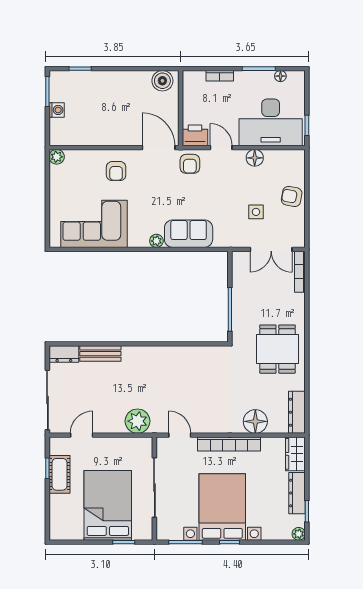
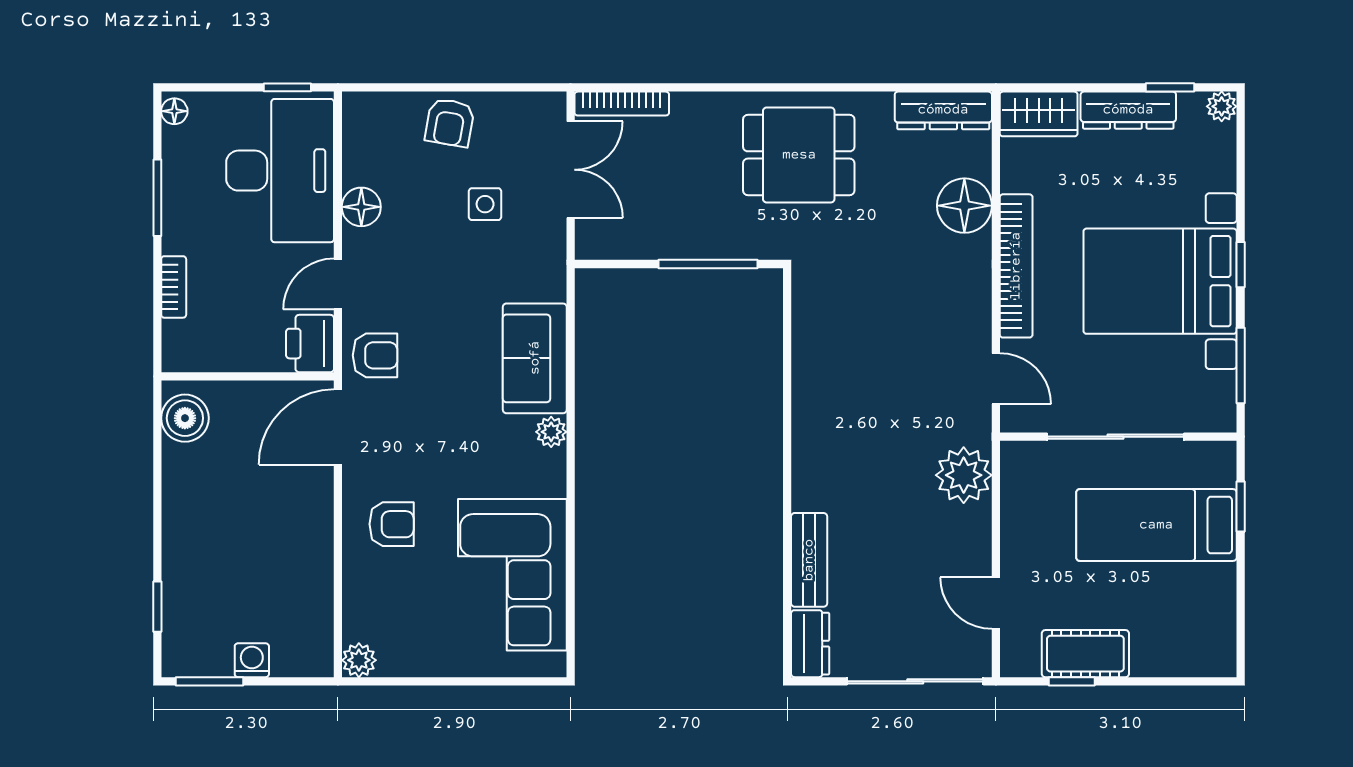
floor lamp: (280, 76) -> (174, 111), moved
door: (180, 435) -> (996, 379), swing flipped
bed: (108, 505) -> (1156, 525), width x0.67

